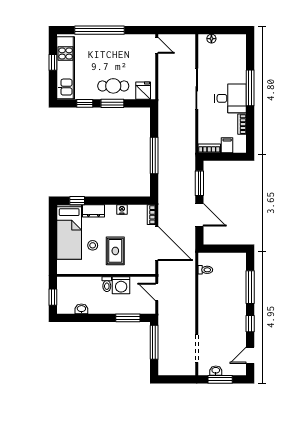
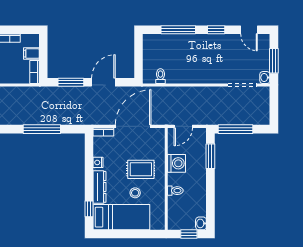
dresser: (94, 211) -> (99, 187), width x1.44
toilet: (107, 284) -> (175, 191), moved
washbasin: (81, 309) -> (201, 223), moved
washbasin: (216, 371) -> (265, 78), moved

